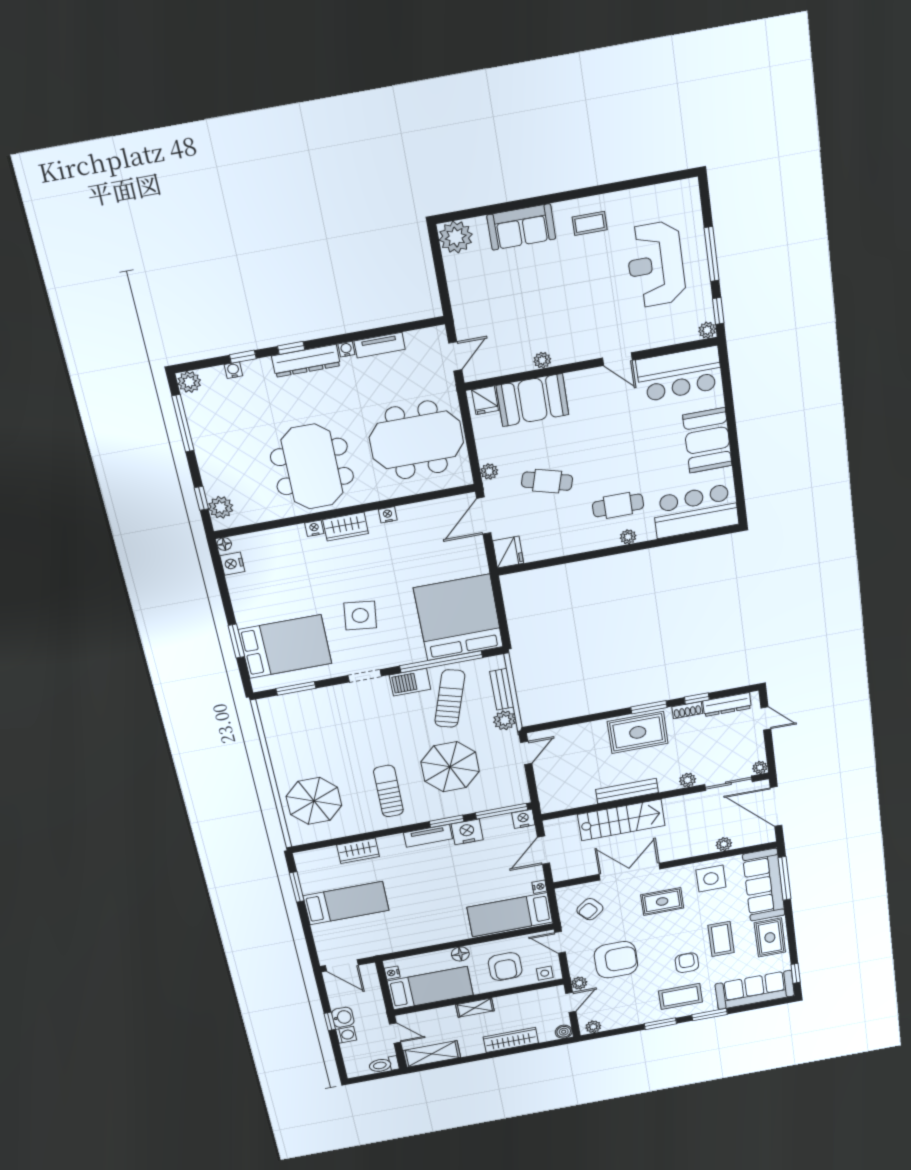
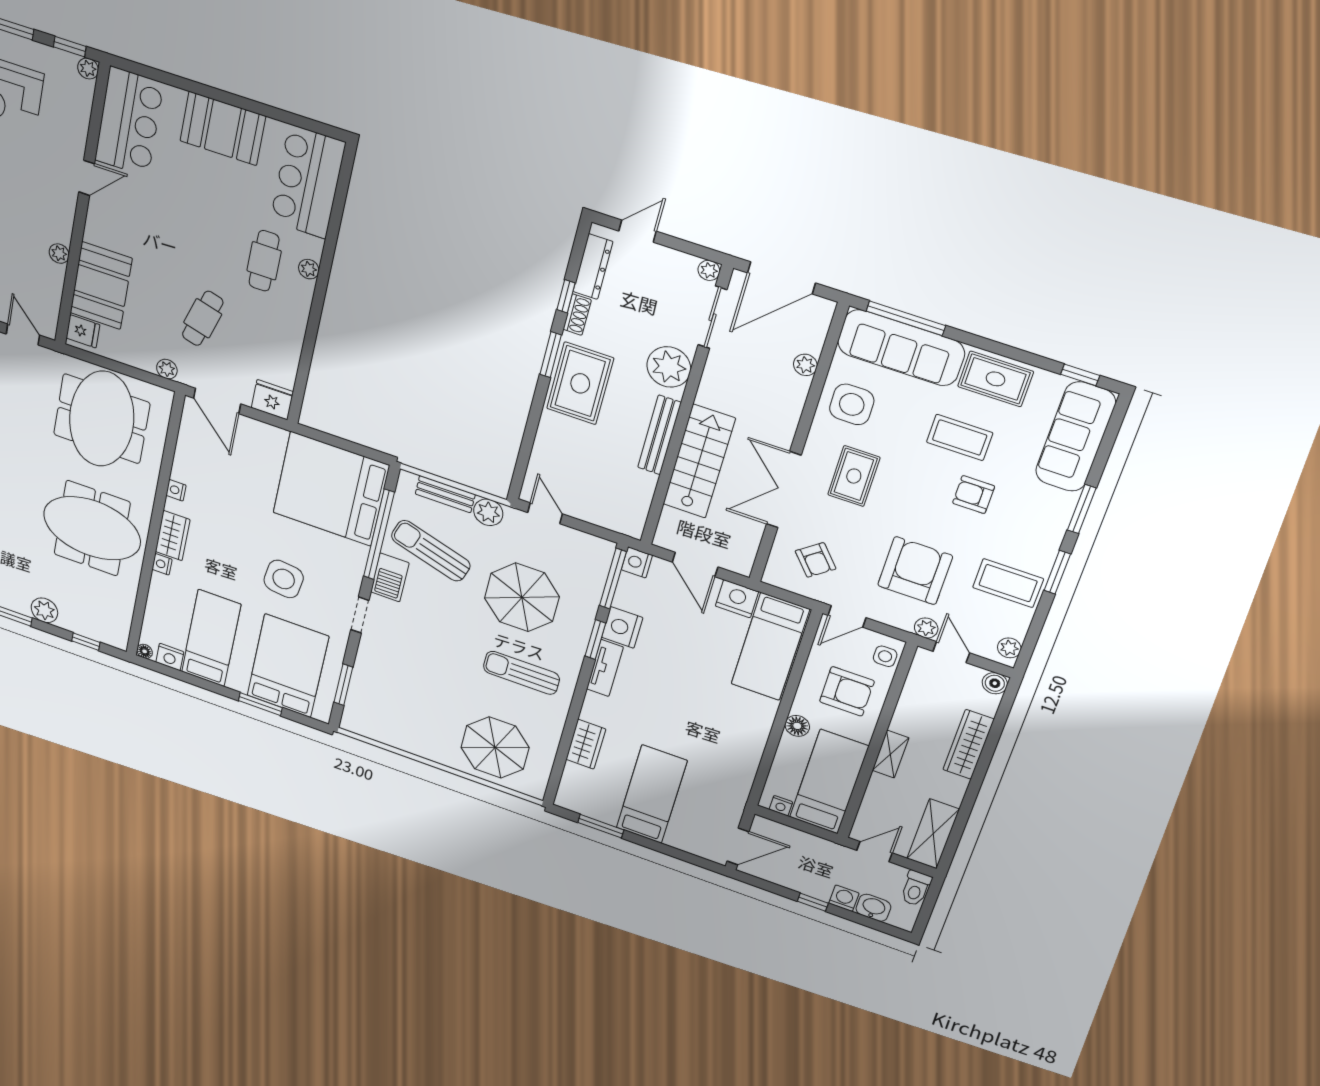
plant: (221, 507) -> (44, 610), moved
bed: (271, 586) -> (211, 638), added
plant: (688, 780) -> (669, 367), width x1.88, depth x1.88
nightstand: (539, 887) -> (737, 599), width x1.89, depth x1.79
coffee table: (680, 996) -> (1008, 583), moved, turned 90
washbasin: (343, 1017) -> (873, 908), moved

